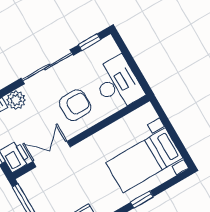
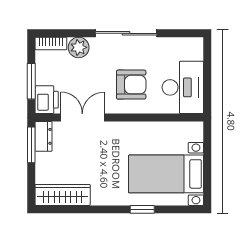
window: (89, 42) -> (179, 33), removed
dresser: (29, 187) -> (43, 136), added

